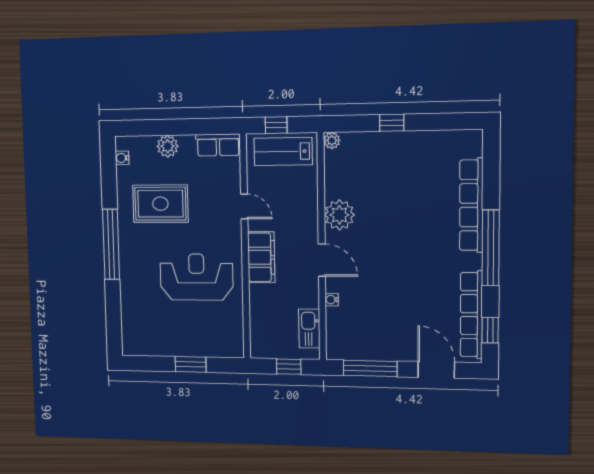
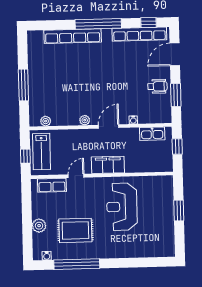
window: (392, 123) -> (23, 85), width x2.17
plant: (332, 140) -> (46, 121), moved
row of seats: (218, 145) -> (52, 185), moved, turned 90
rug: (160, 204) -> (75, 230), turned 90
plant: (339, 215) -> (85, 120), width x0.53, depth x0.53
window: (111, 244) -> (77, 264), moved
wheelchair: (385, 340) -> (157, 86), added
window: (370, 368) -> (176, 95), width x0.69

